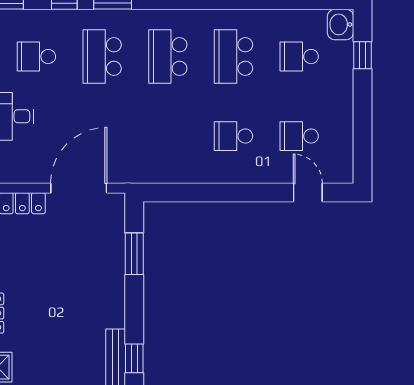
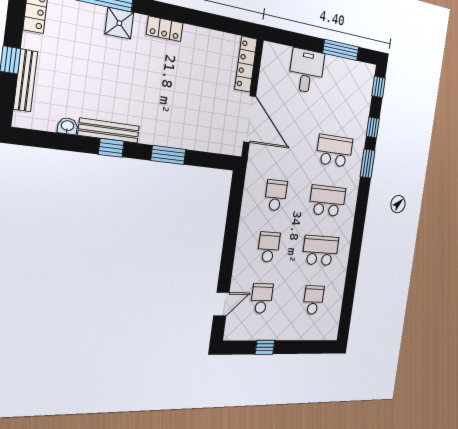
washbasin: (340, 24) -> (329, 331), removed
window: (362, 55) -> (265, 347), moved
school desk: (36, 57) -> (276, 195), moved
window: (134, 254) -> (168, 155), moved

